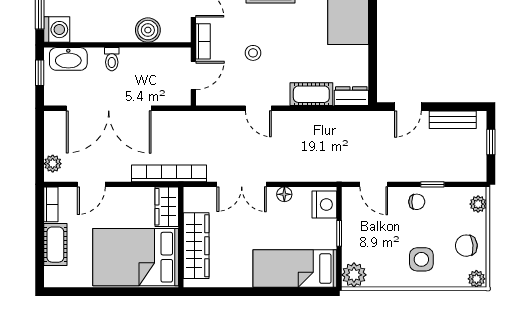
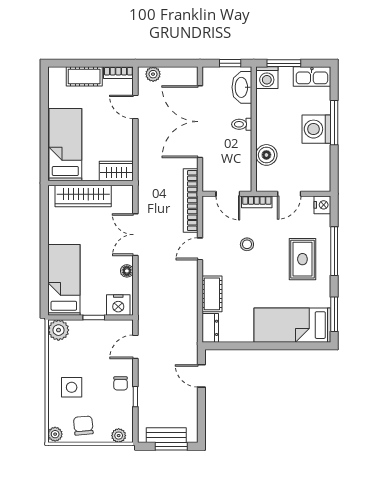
bench: (453, 120) -> (166, 435), moved, turned 90
window: (491, 142) -> (171, 446), width x1.50
bookcase: (169, 173) -> (191, 201), moved, turned 180
bed: (136, 257) -> (65, 145), width x0.67

